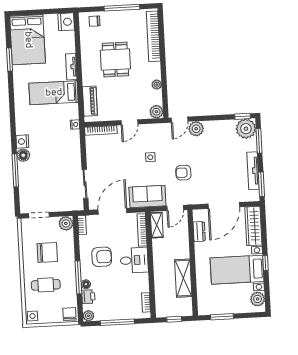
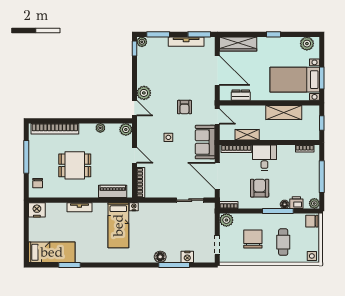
bed: (28, 40) -> (52, 252), width x0.67
bed: (54, 93) -> (118, 225), moved
plant: (246, 129) -> (142, 42), width x0.53, depth x0.53
nightstand: (22, 141) -> (187, 257), moved
shelving: (157, 225) -> (247, 135), moved
bed with nightstands: (237, 270) -> (295, 80), moved, turned 90

